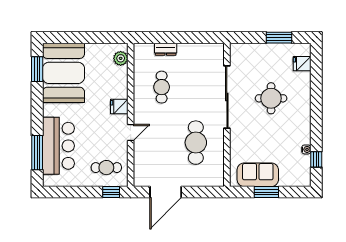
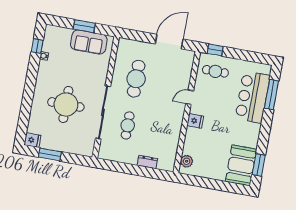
fridge: (302, 64) -> (32, 140), moved
booth: (63, 73) -> (241, 165), width x0.73, depth x0.70
cafe table: (162, 87) -> (128, 125), moved
round table: (271, 98) -> (66, 104), width x1.36, depth x1.36

